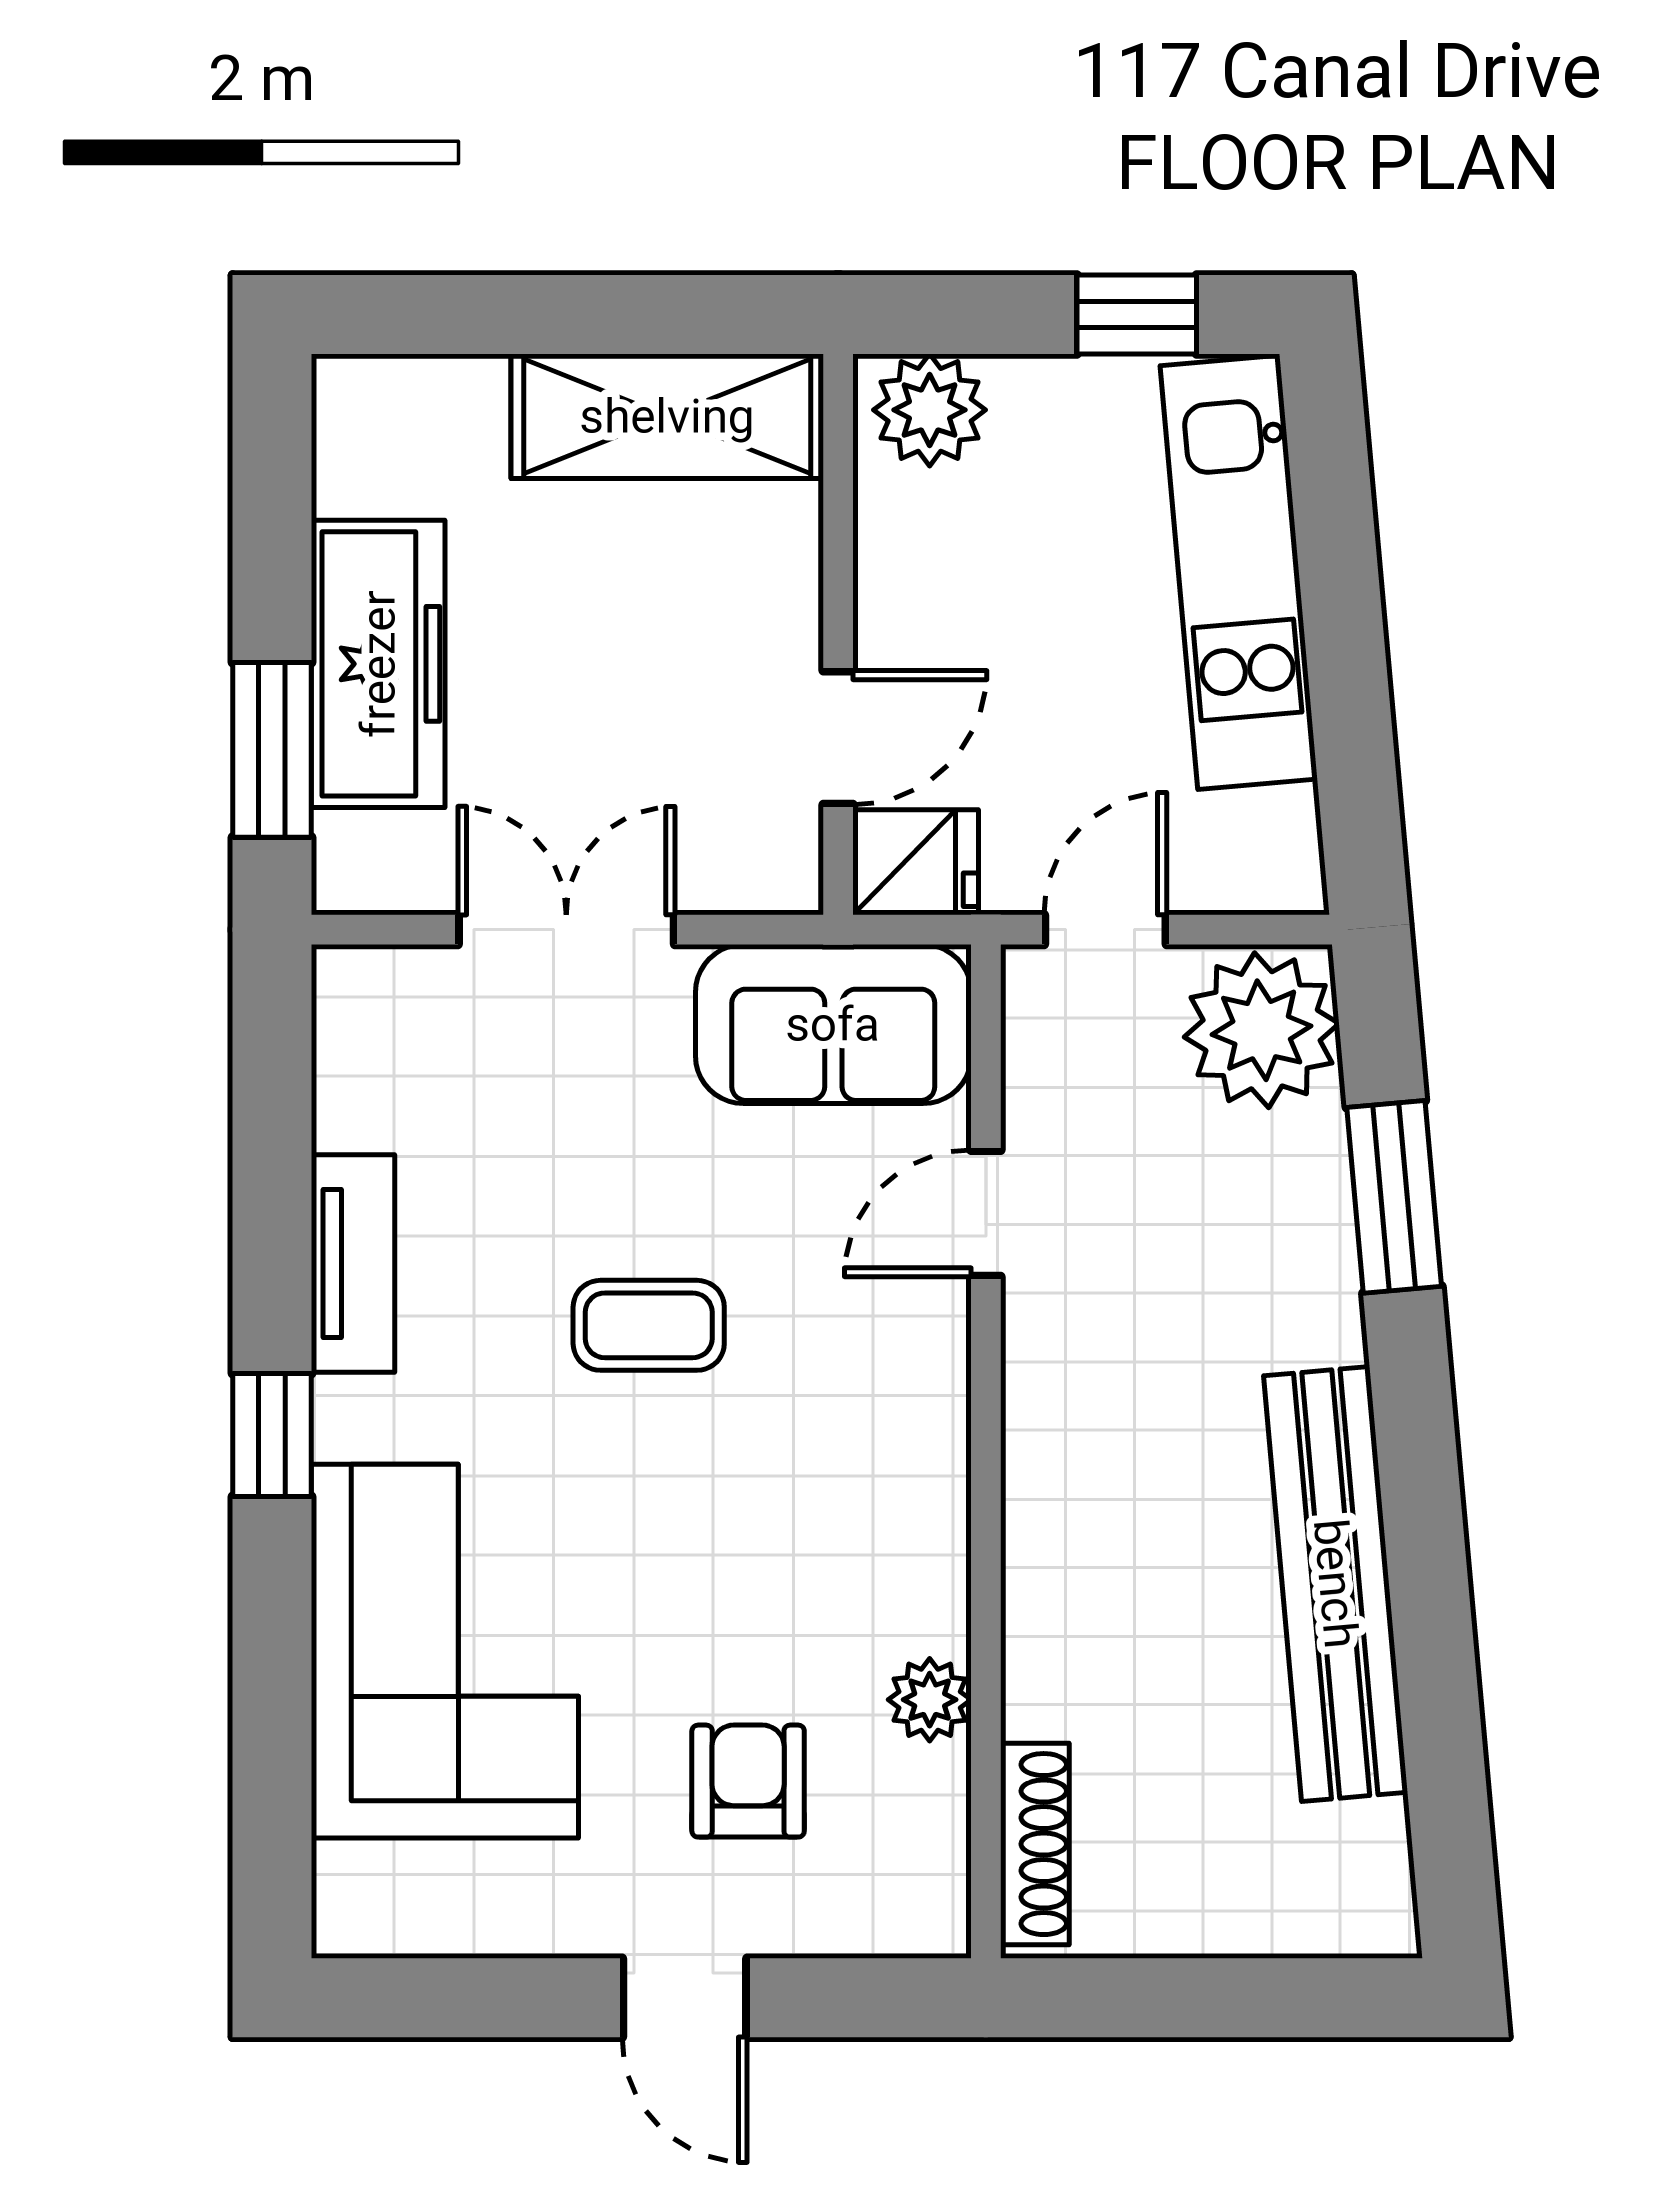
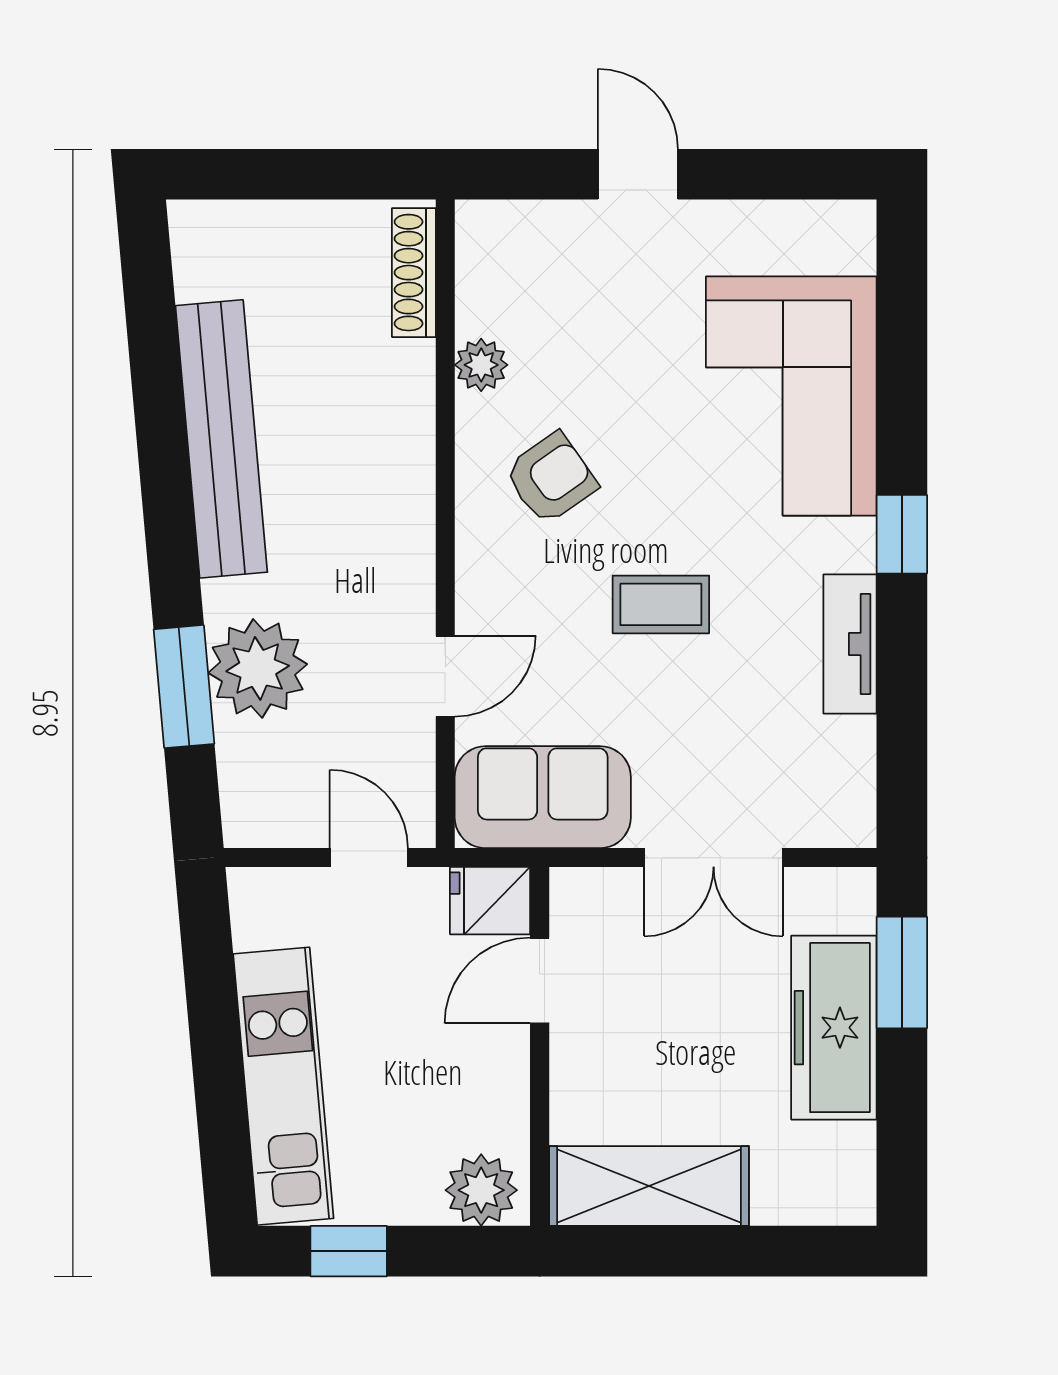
door: (1105, 930) -> (369, 858), swing flipped
plant: (1262, 1030) -> (258, 668), moved
armchair: (748, 1781) -> (551, 478), moved, turned -125

